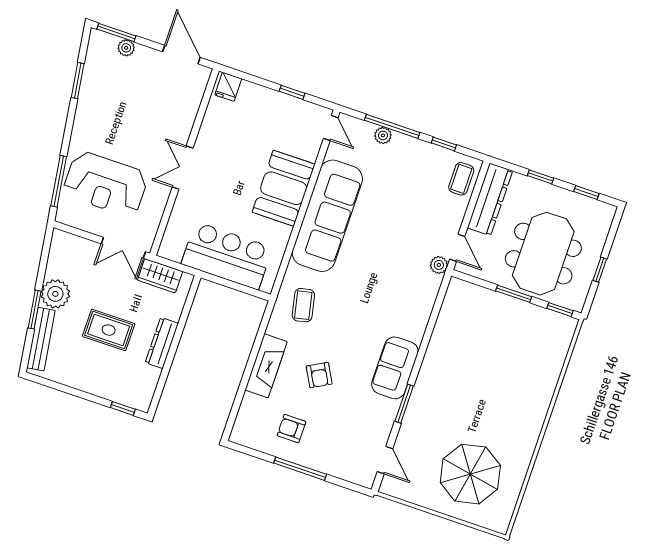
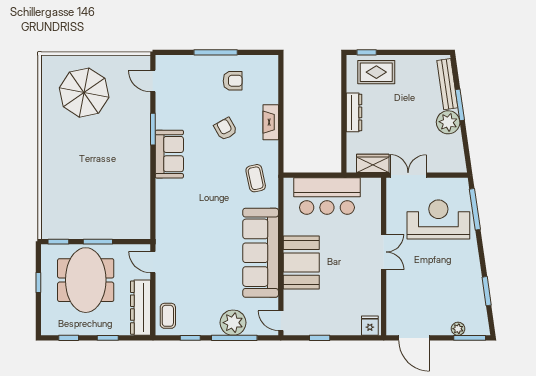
plant: (383, 135) -> (233, 323), width x1.87, depth x1.87
plant: (439, 265) -> (163, 244), removed
rug: (109, 330) -> (376, 72), moved
fireplace: (266, 366) -> (271, 122), width x0.73, depth x0.76

